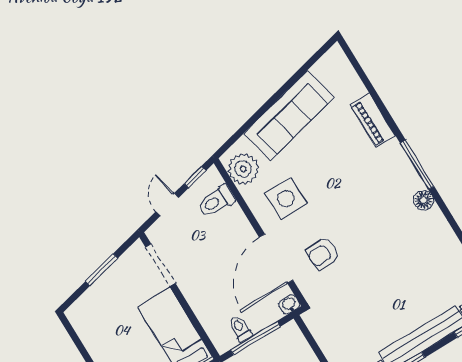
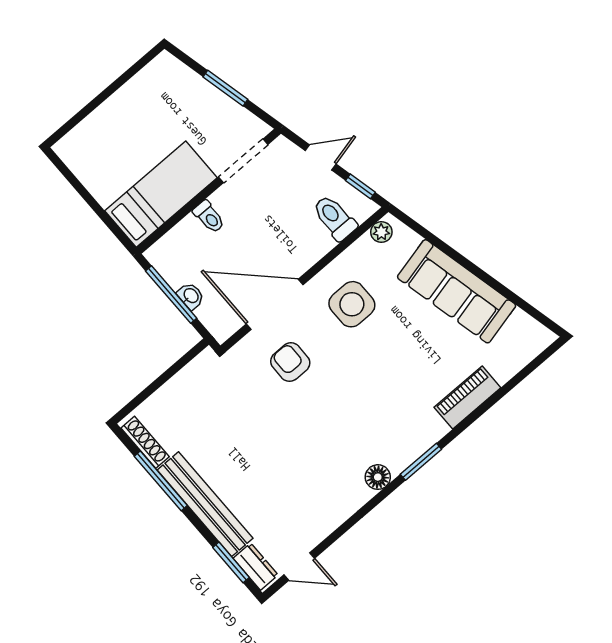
window: (417, 165) -> (421, 462), width x0.69
plant: (243, 169) -> (381, 232), width x0.53, depth x0.53
washbasin: (289, 304) -> (191, 296), moved
toilet: (240, 329) -> (209, 217), moved, turned 90

